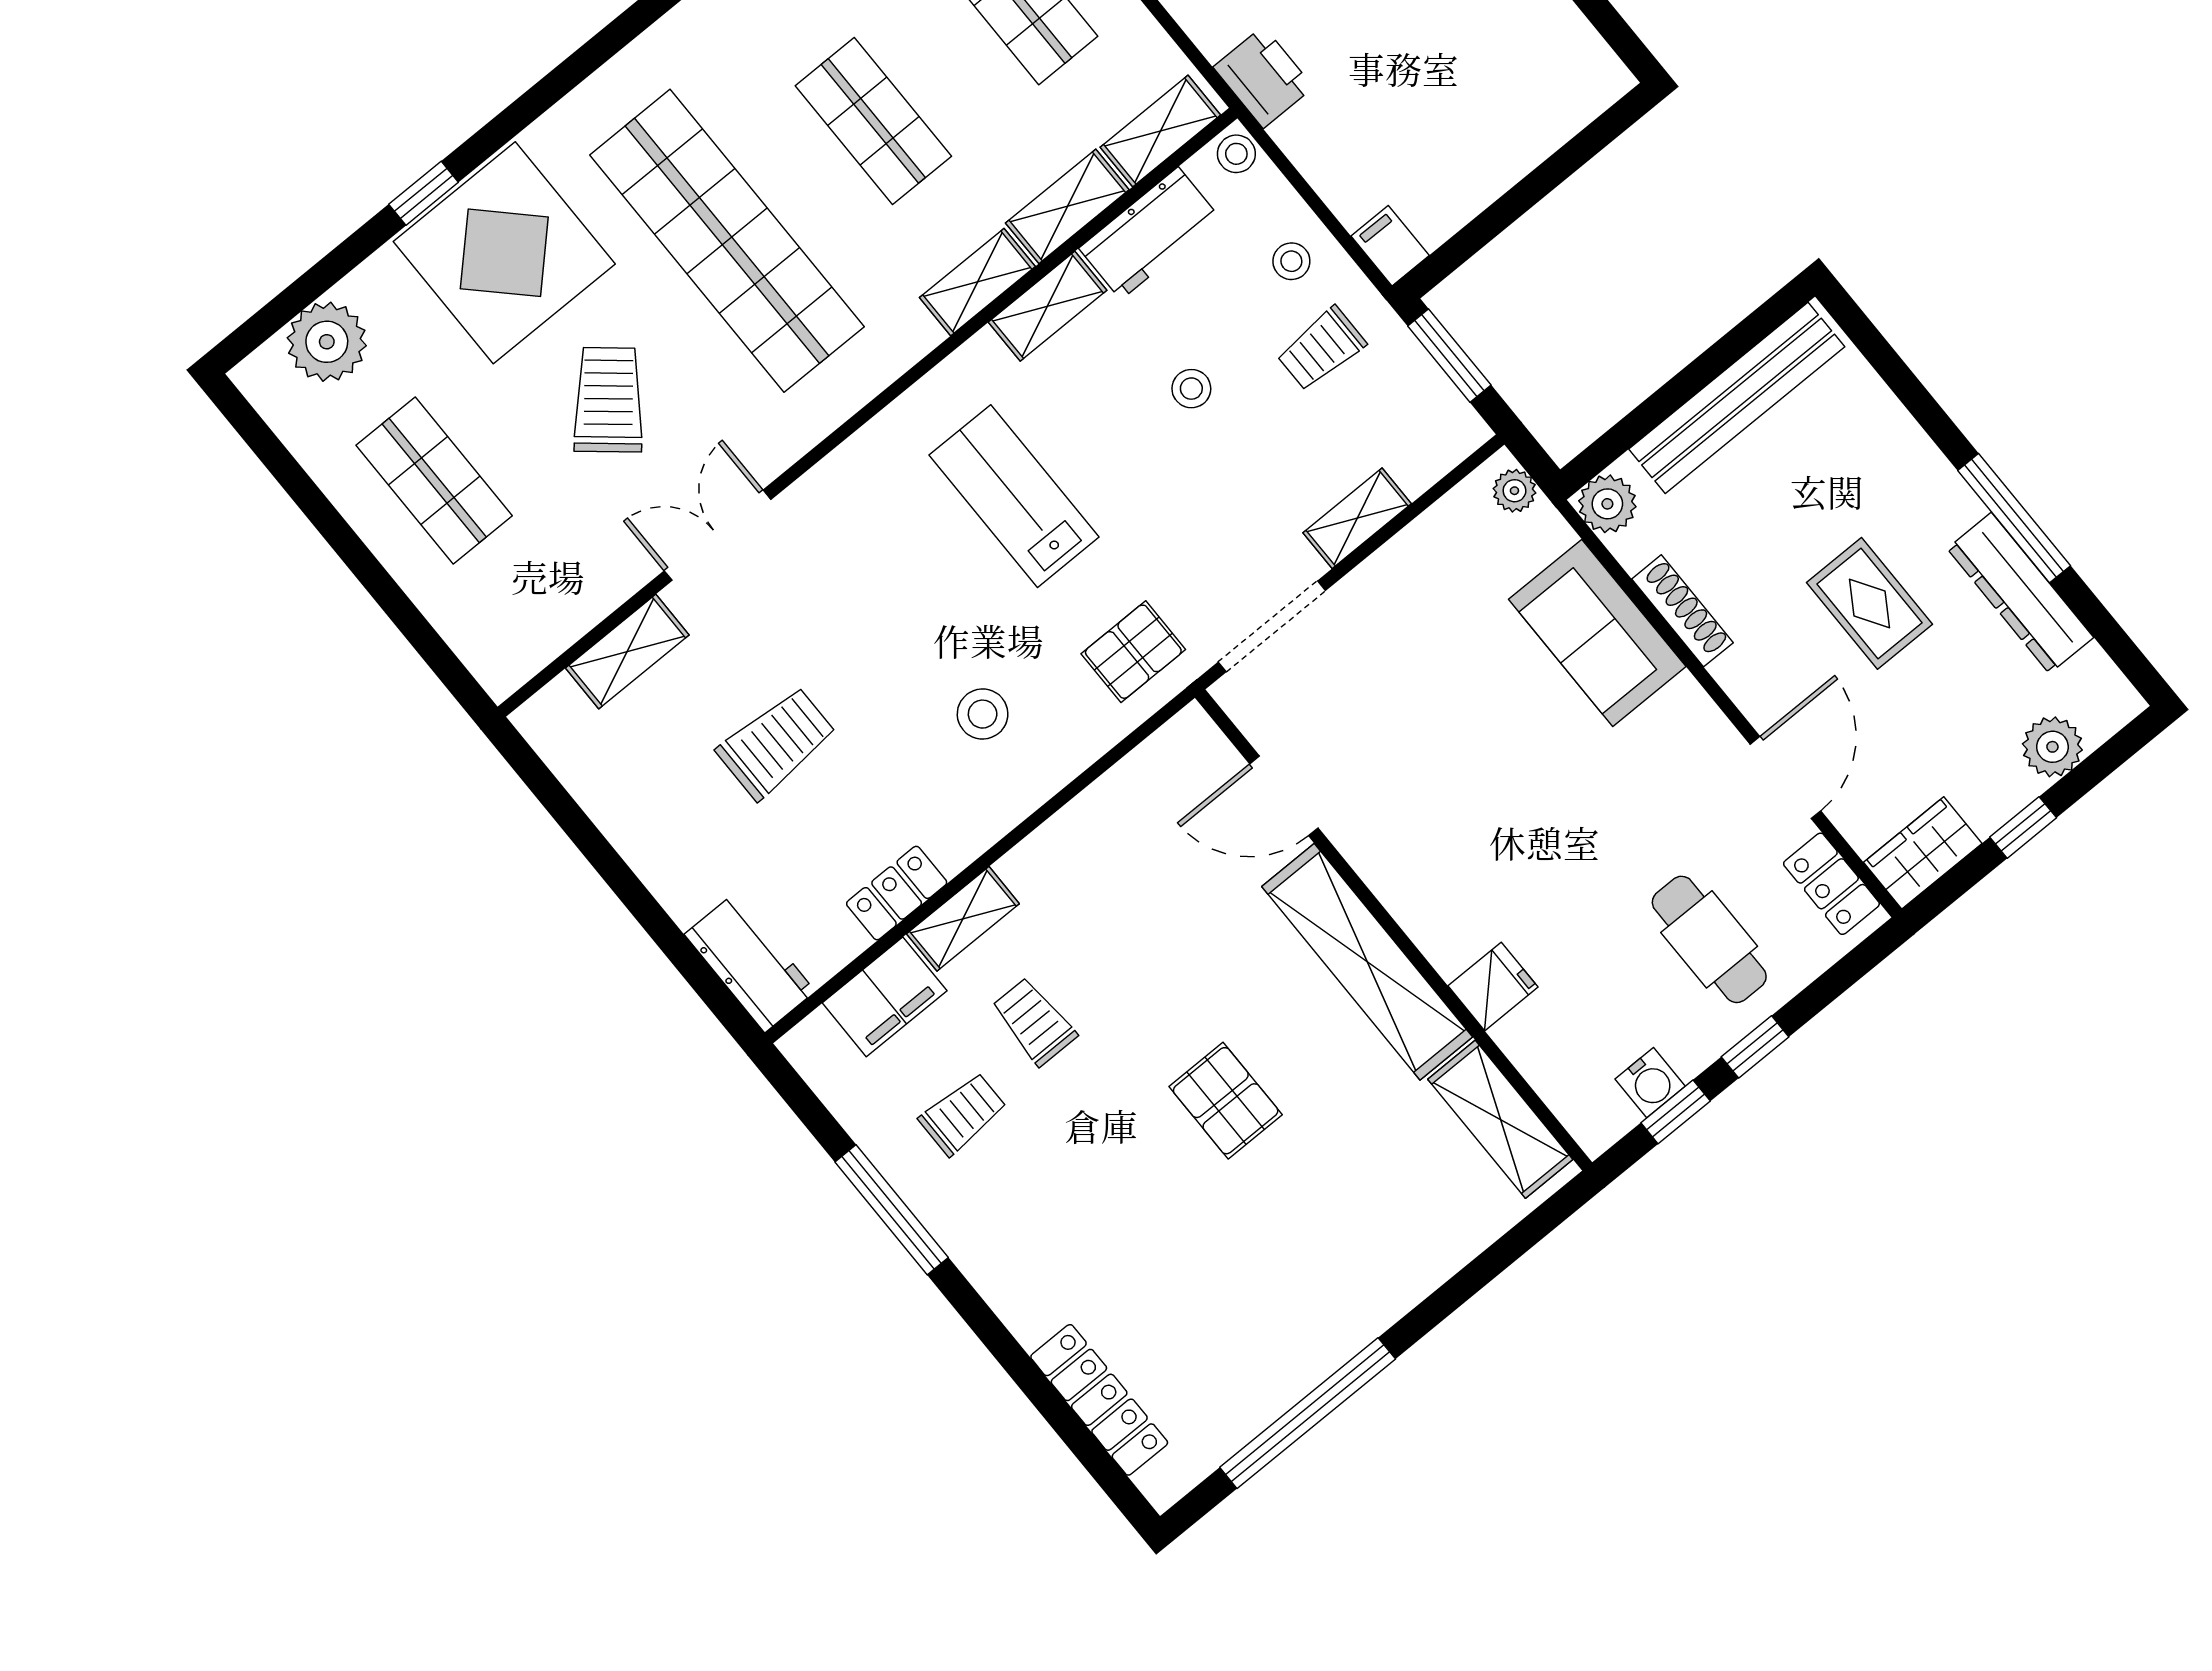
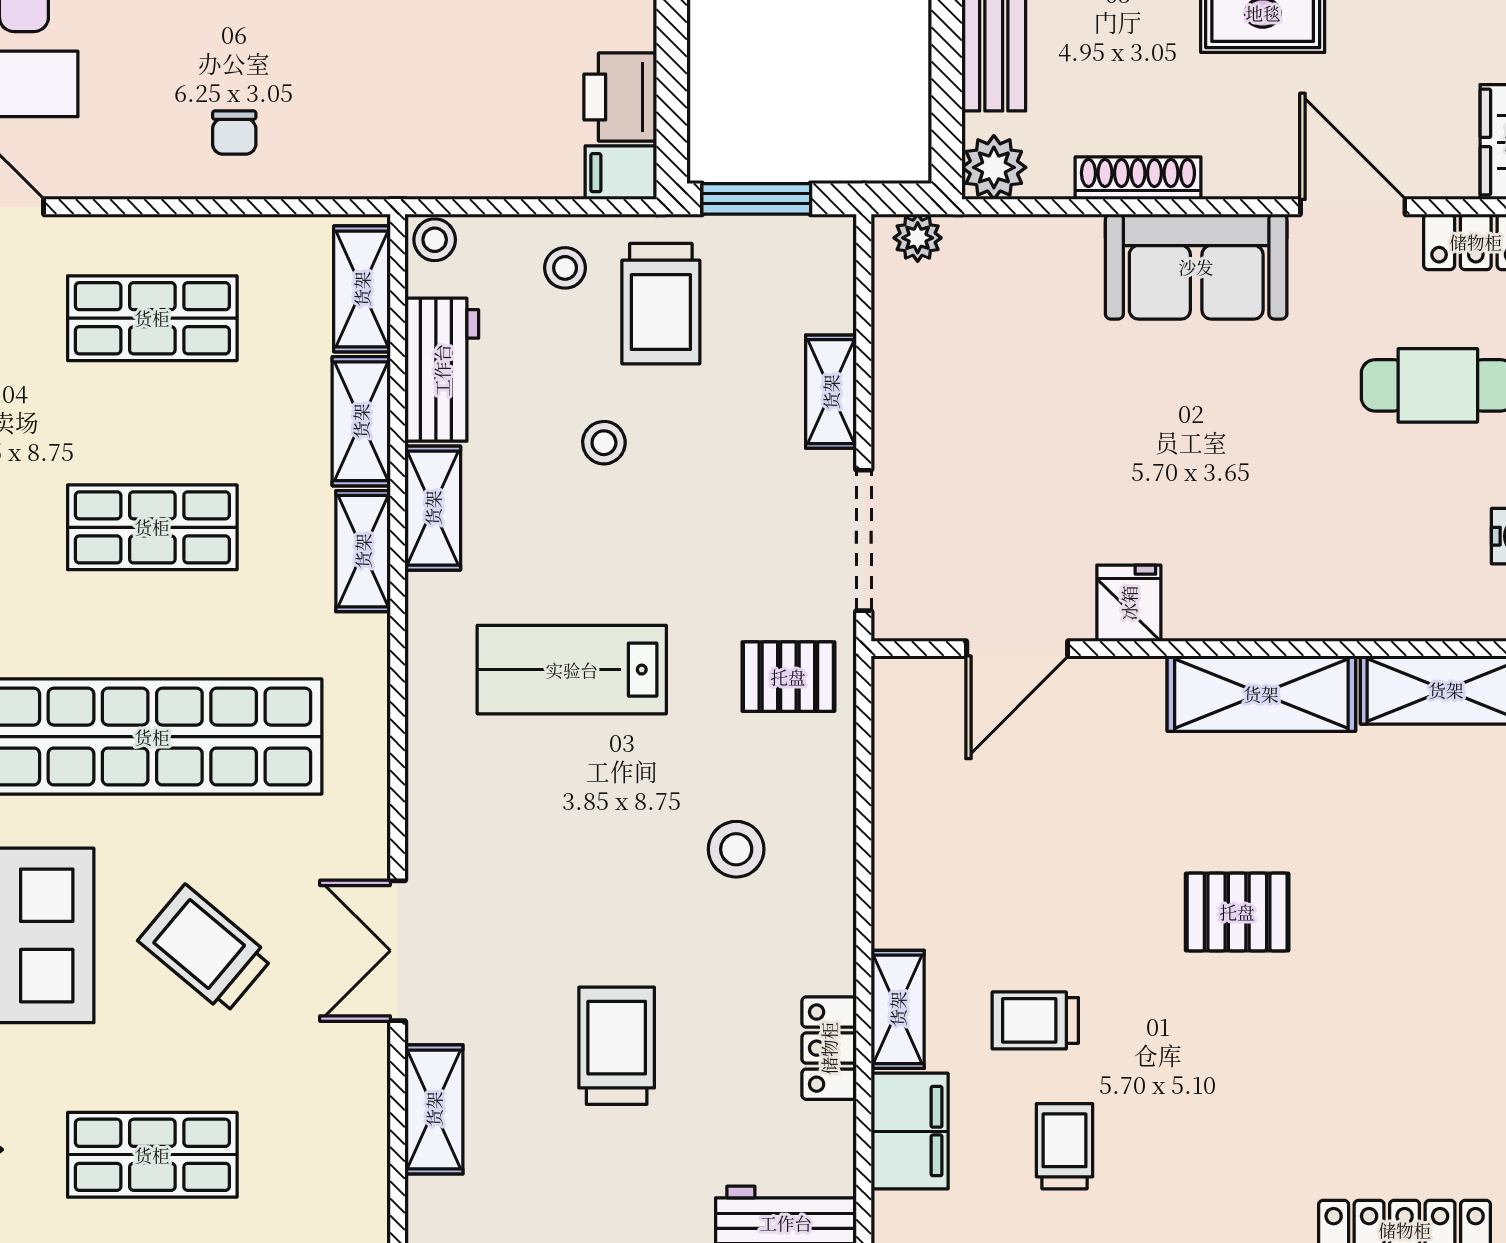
printer: (1263, 77) -> (620, 97), moved, turned -90
trolley: (1321, 349) -> (661, 304), width x1.36, depth x1.39
sofa: (1597, 633) -> (1196, 267), moved
pallet: (1133, 652) -> (788, 677), turned 90
shelving: (1367, 962) -> (1261, 694), width x0.68
fridge: (1493, 986) -> (1129, 603), moved

